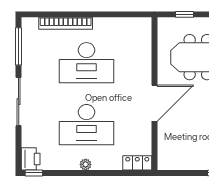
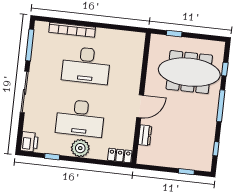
door: (154, 103) -> (140, 106), width x0.73
dresser: (164, 136) -> (145, 135), added
plant: (86, 164) -> (80, 148), width x1.88, depth x1.88
window: (34, 173) -> (52, 157), moved

